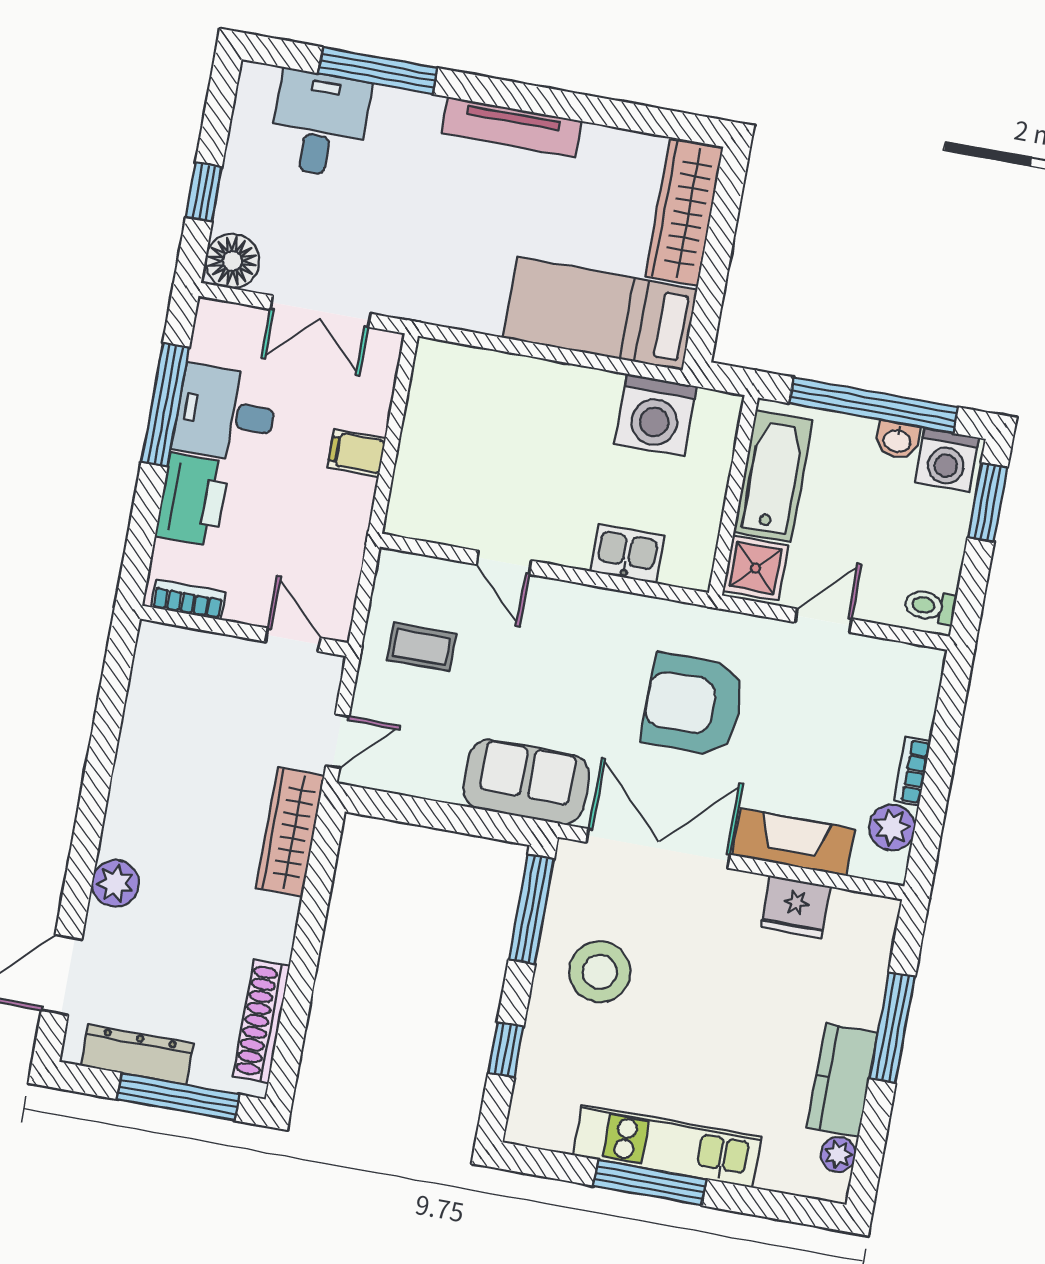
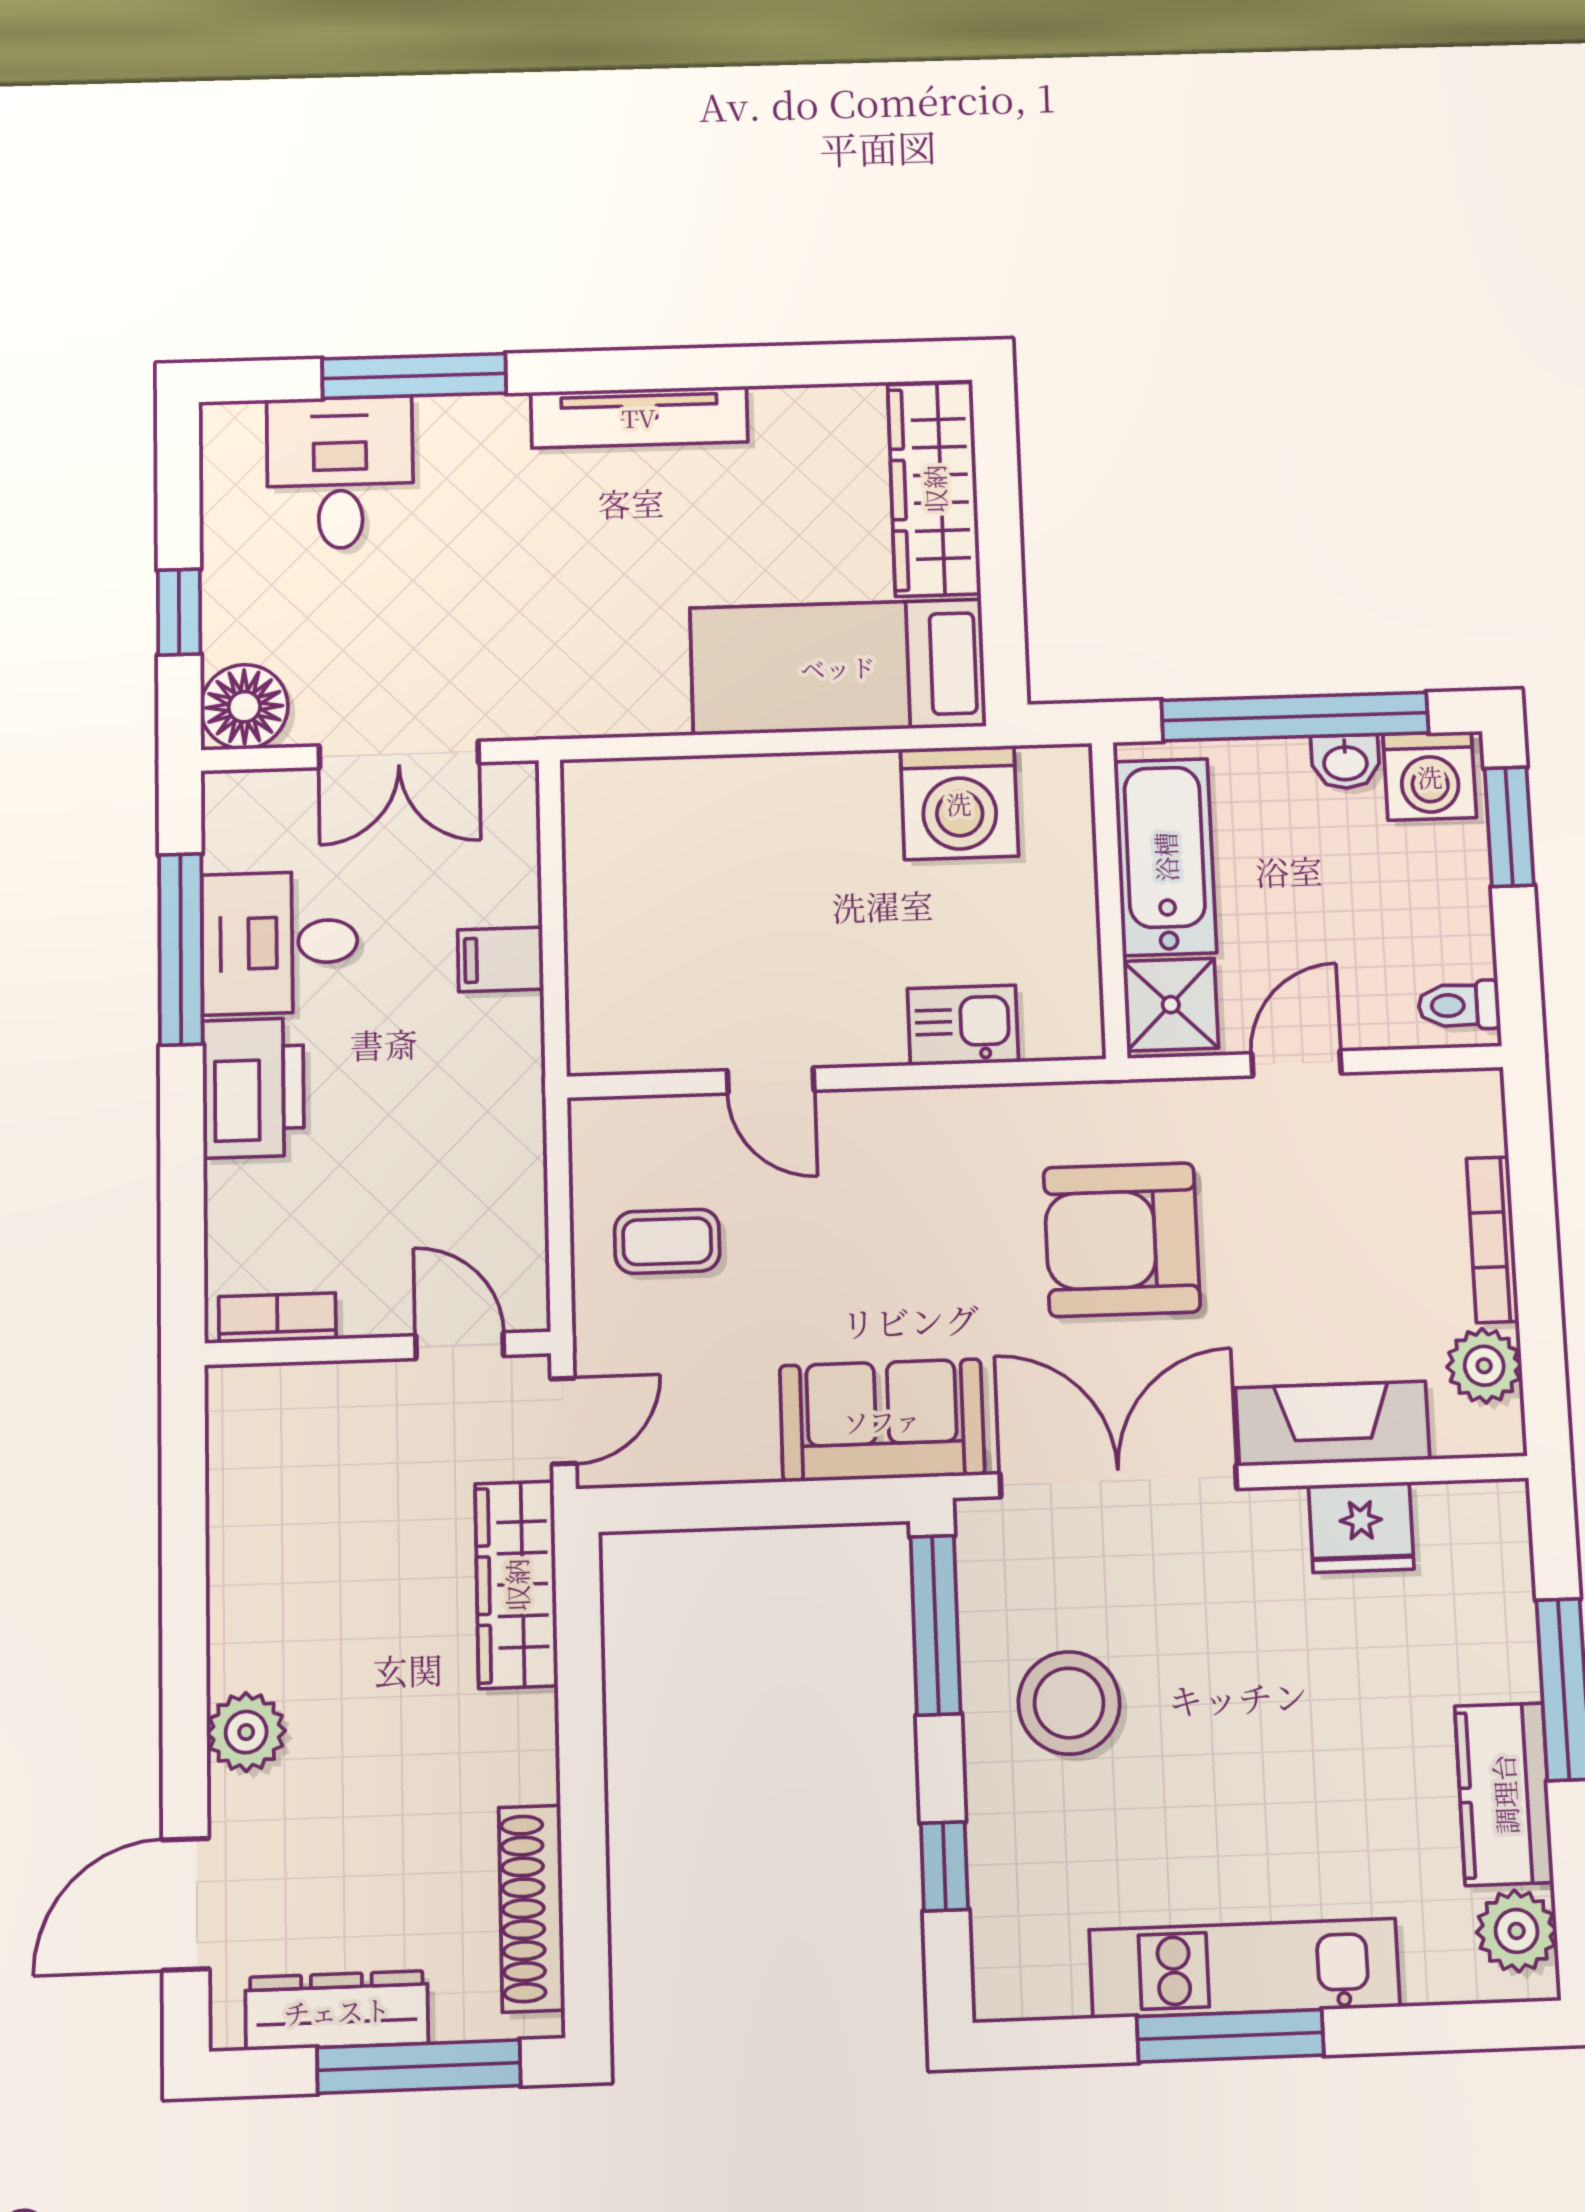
bookcase: (188, 600) -> (277, 1318), moved
wall: (244, 631) -> (378, 1348), moved
door: (293, 640) -> (460, 1346), moved
bookcase: (912, 771) -> (1493, 1240), width x1.56
plant: (838, 1155) -> (1517, 1931), width x1.38, depth x1.38

